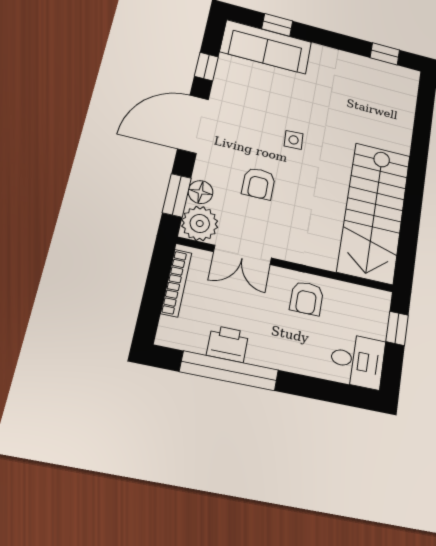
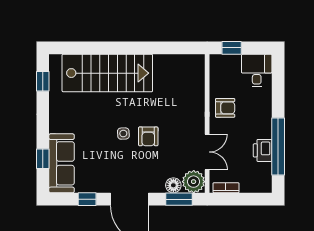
armchair: (259, 183) -> (148, 136), moved, turned 90
stairs: (374, 212) -> (107, 73), moved
bookcase: (176, 283) -> (226, 188), width x0.64

